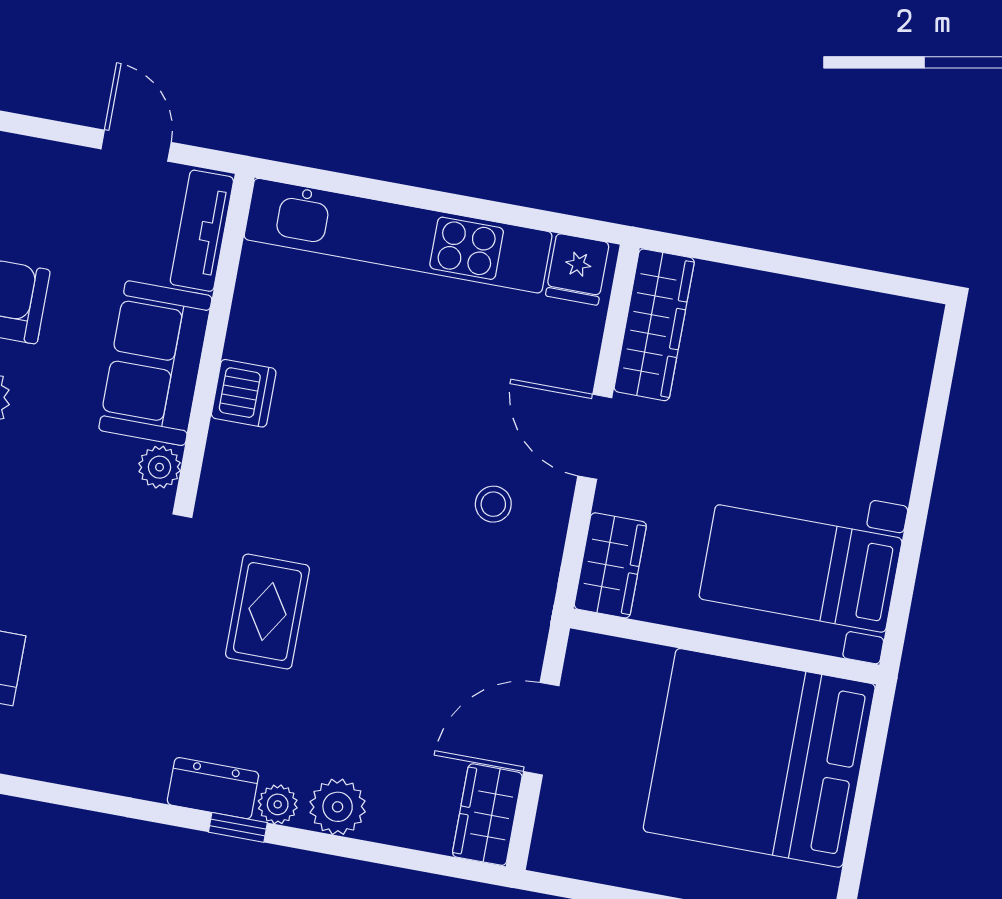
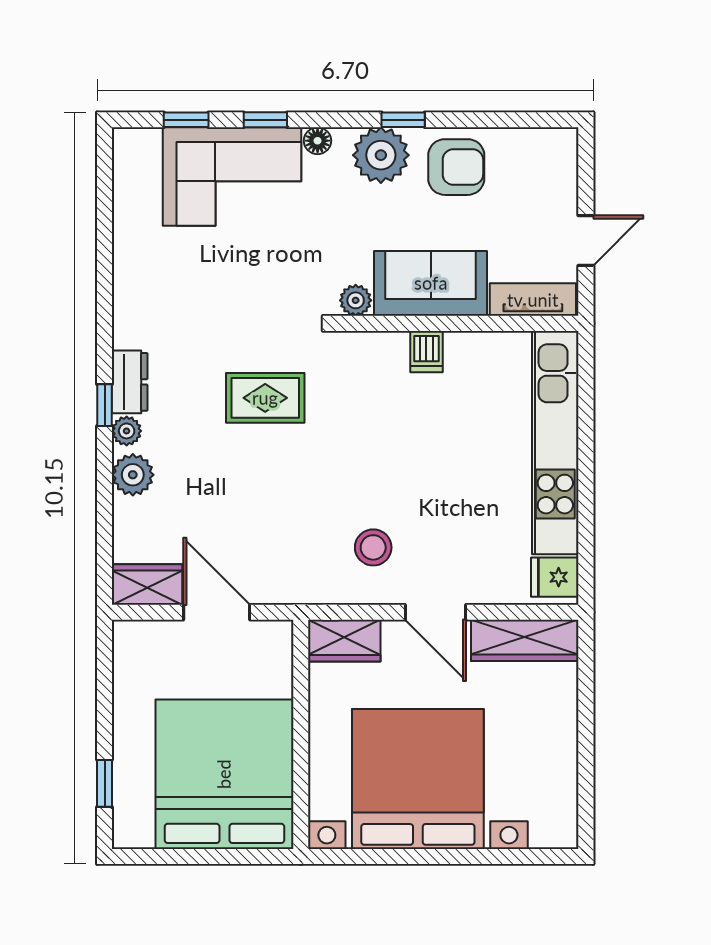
dishwasher: (244, 393) -> (426, 352), width x0.73
door: (595, 437) -> (436, 612), swing flipped
stool: (493, 504) -> (373, 547), width x1.37, depth x1.37
bed with nightstands: (801, 568) -> (418, 779), width x1.85

